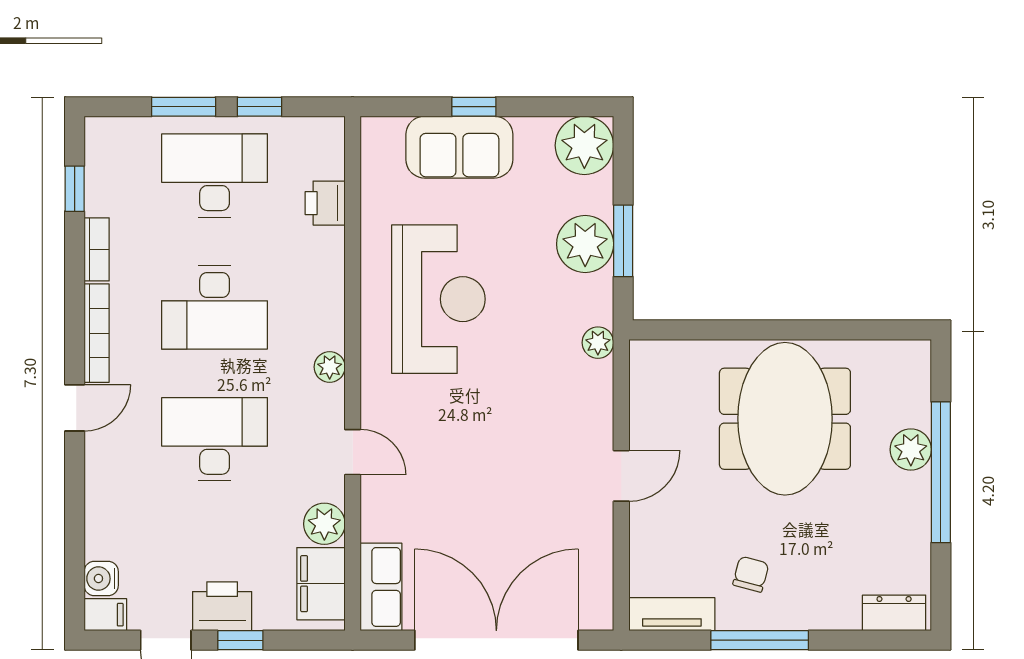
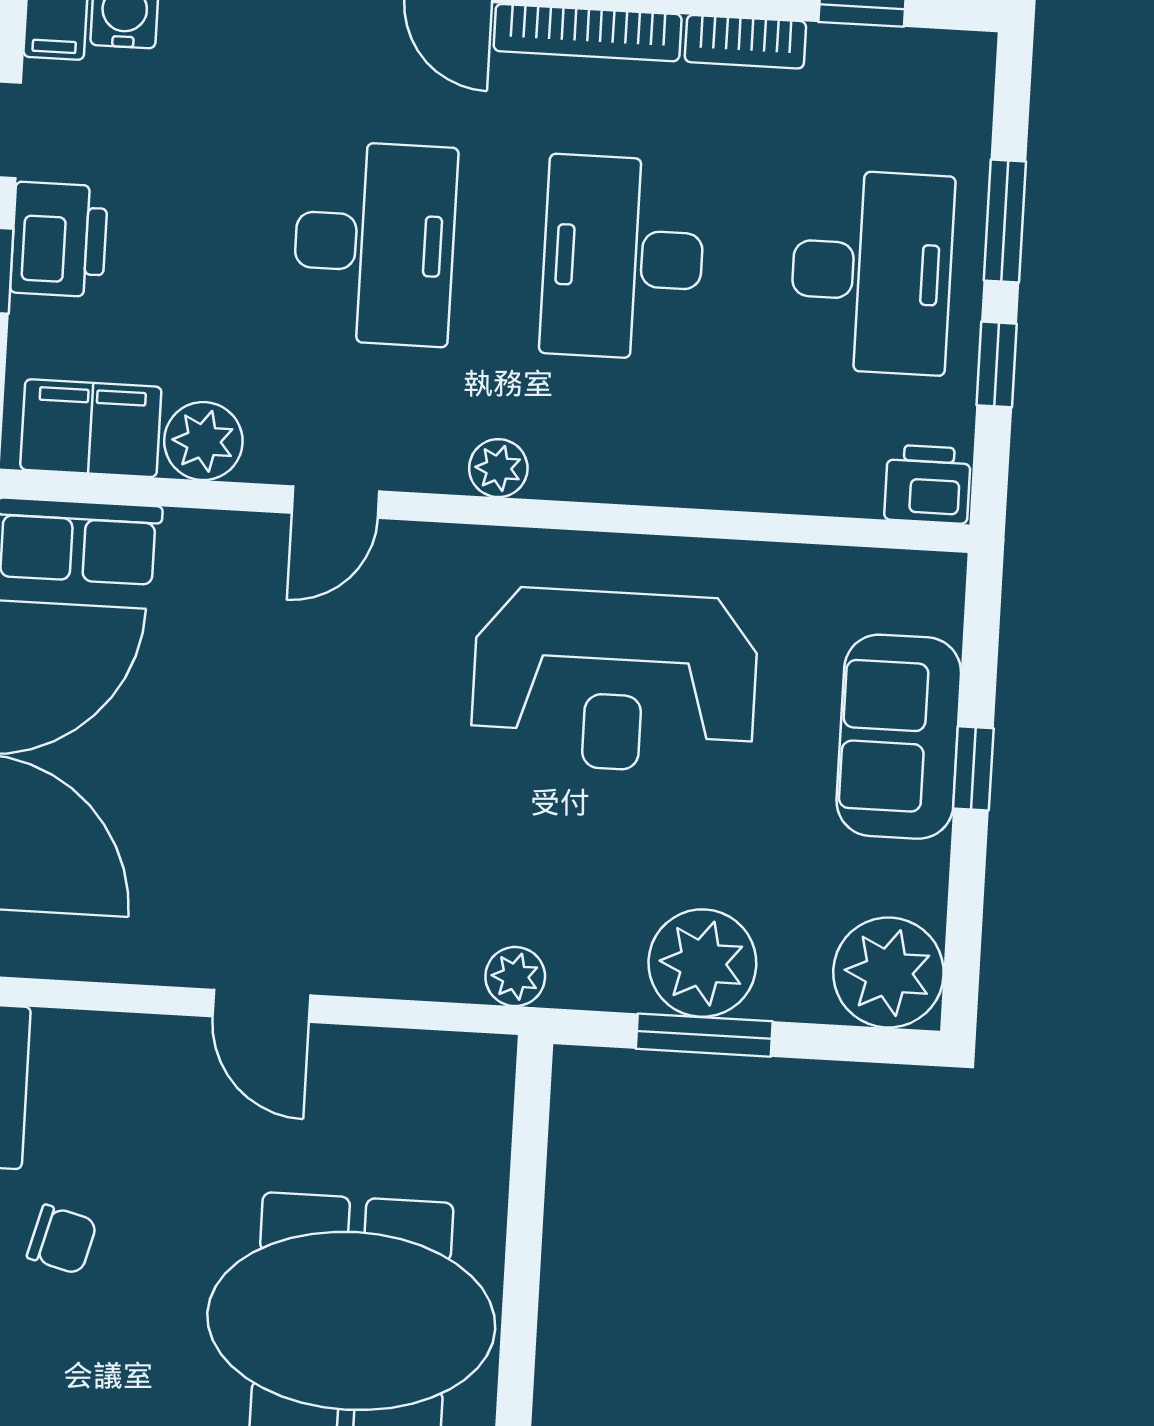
printer: (325, 203) -> (928, 484), moved

